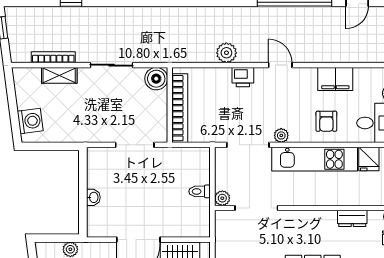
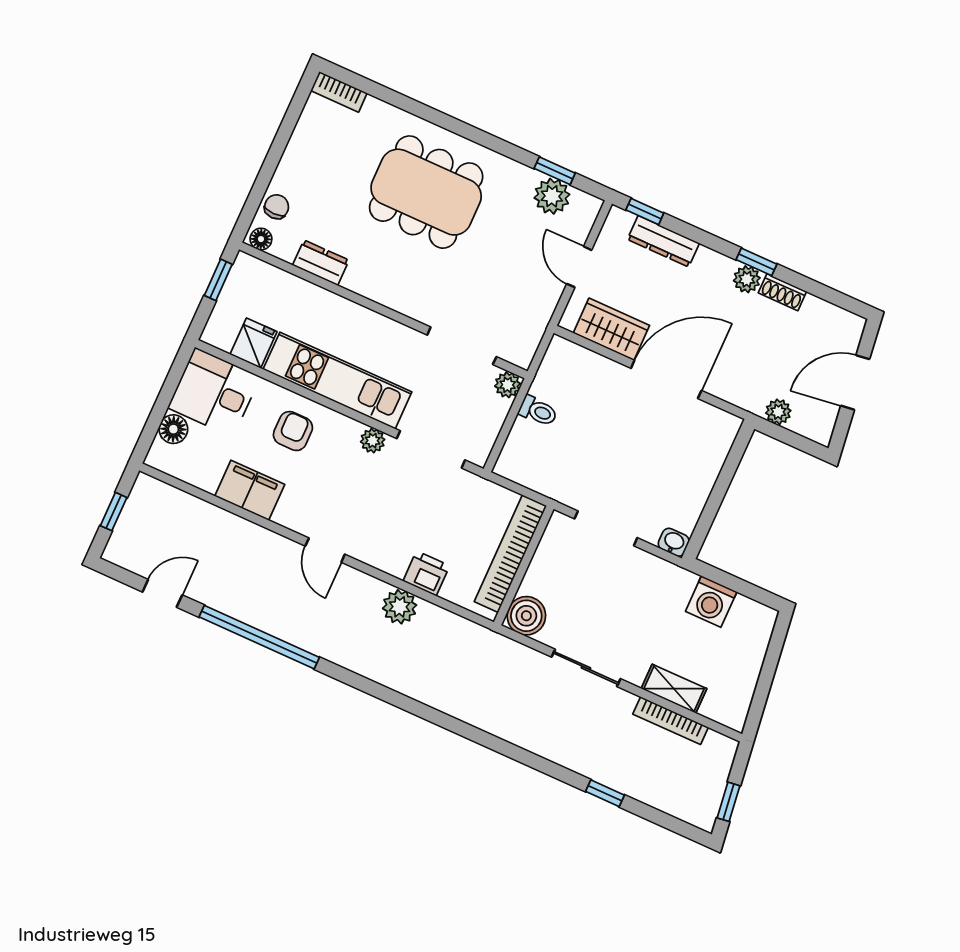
printer: (243, 77) -> (426, 573), moved
washing machine: (30, 121) -> (711, 601), moved, turned -83
washbasin: (93, 197) -> (674, 542), moved, turned 90

